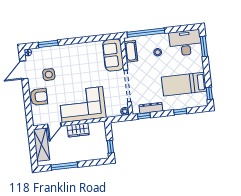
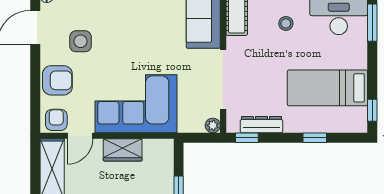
armchair: (41, 118) -> (56, 120), added

